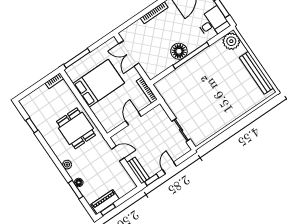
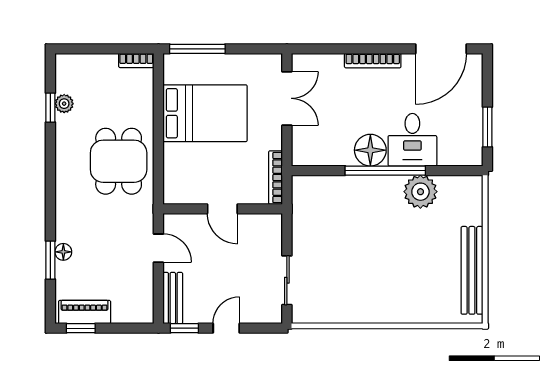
desk: (213, 23) -> (412, 140), moved, turned 90
plant: (231, 41) -> (420, 192), moved
double door: (129, 53) -> (287, 98), swing flipped
door: (133, 119) -> (222, 209), swing flipped
plant: (67, 165) -> (64, 104), moved

